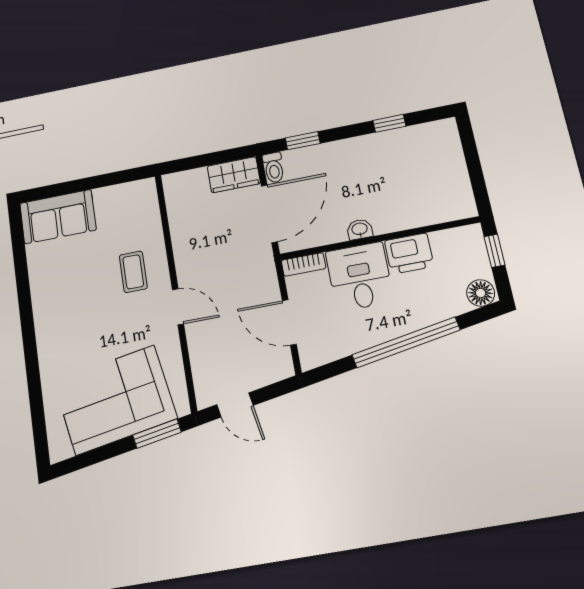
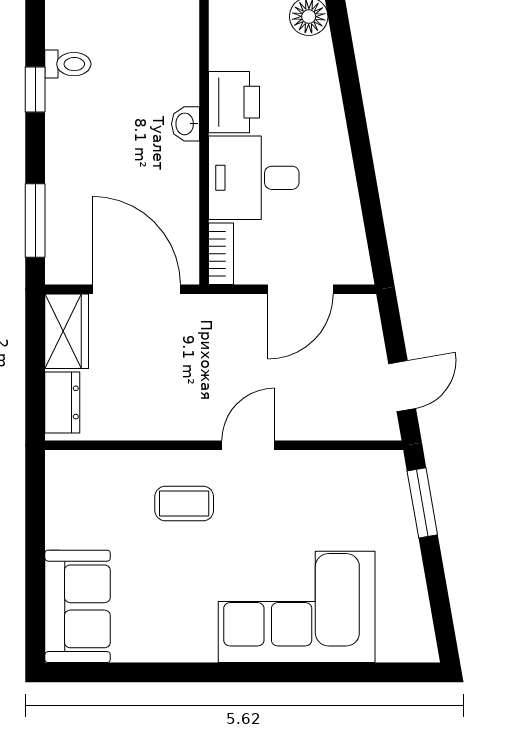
window: (303, 141) -> (35, 220), width x1.50
toilet: (274, 168) -> (68, 64), moved
dresser: (187, 181) -> (62, 402), added
washbasin: (360, 229) -> (185, 124), moved
window: (406, 342) -> (358, 133), removed
corner sofa: (115, 400) -> (297, 607), moved, turned 100

